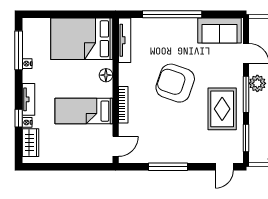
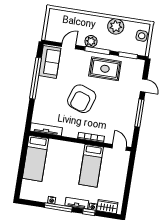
window: (172, 14) -> (36, 78), moved
bed: (82, 39) -> (35, 158), width x0.67
window: (19, 50) -> (58, 207), moved
floor lamp: (106, 75) -> (68, 146), removed
door: (224, 167) -> (144, 85), moved

